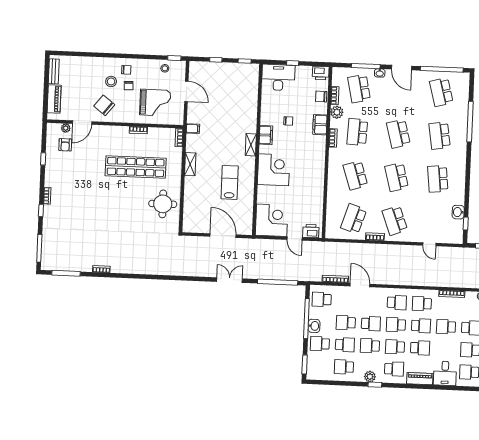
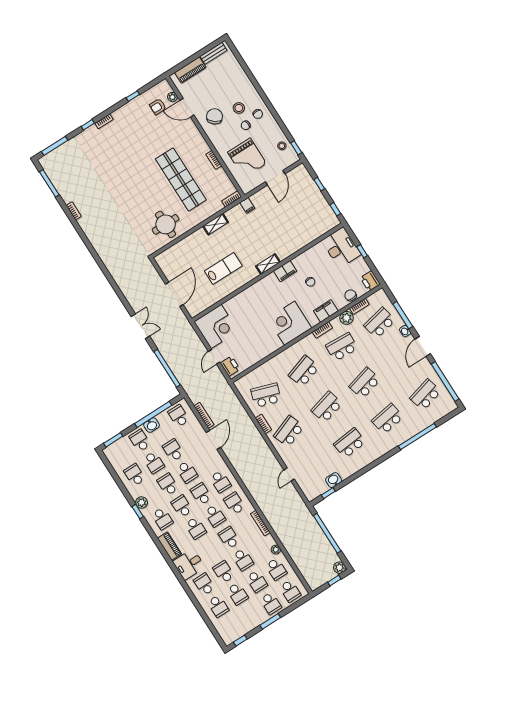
corner desk: (274, 170) -> (290, 323), moved, turned 180

